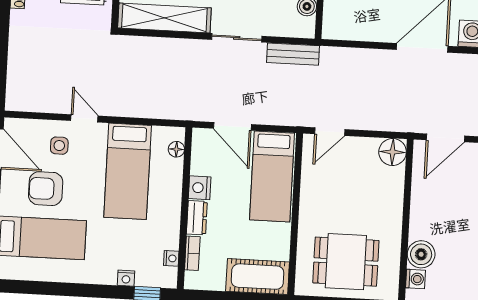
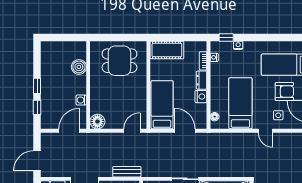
bench: (293, 54) -> (127, 172), moved
washing machine: (415, 279) -> (81, 100), moved

